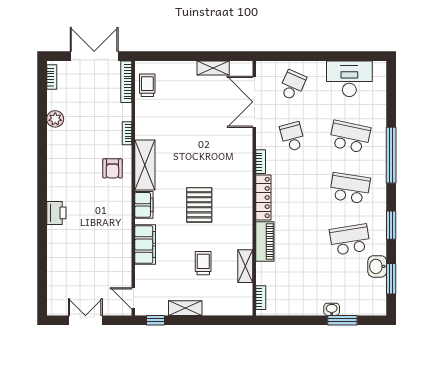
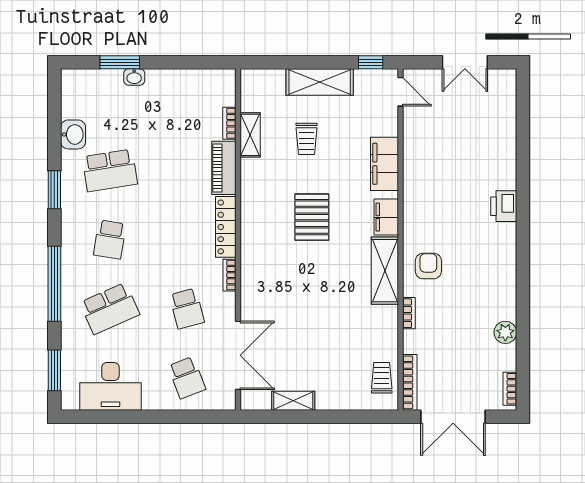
trolley: (147, 85) -> (382, 378), turned 180
school desk: (292, 85) -> (187, 378), turned -45
school desk: (350, 137) -> (110, 309), turned -36
school desk: (350, 188) -> (110, 239), width x0.54
window: (391, 279) -> (54, 370), moved
bookcase: (261, 298) -> (229, 123), moved
shelving: (185, 308) -> (320, 82), width x1.50, depth x1.33

